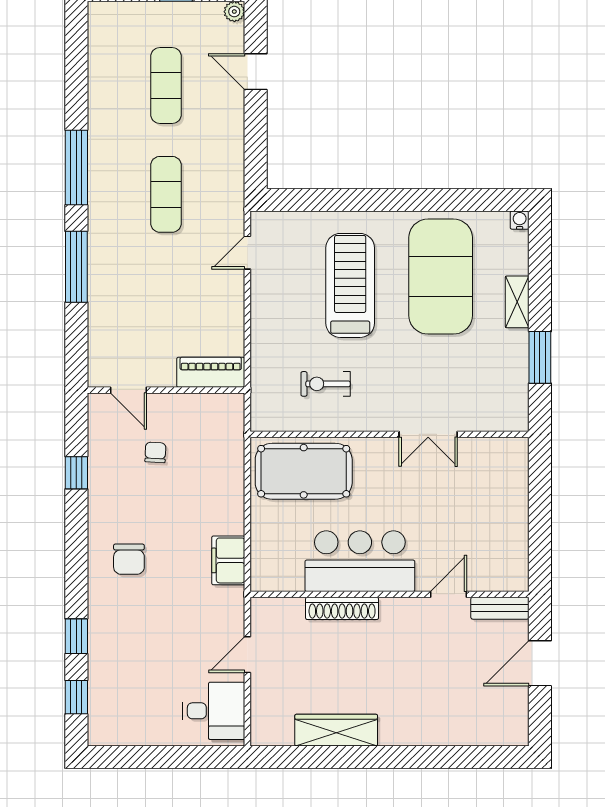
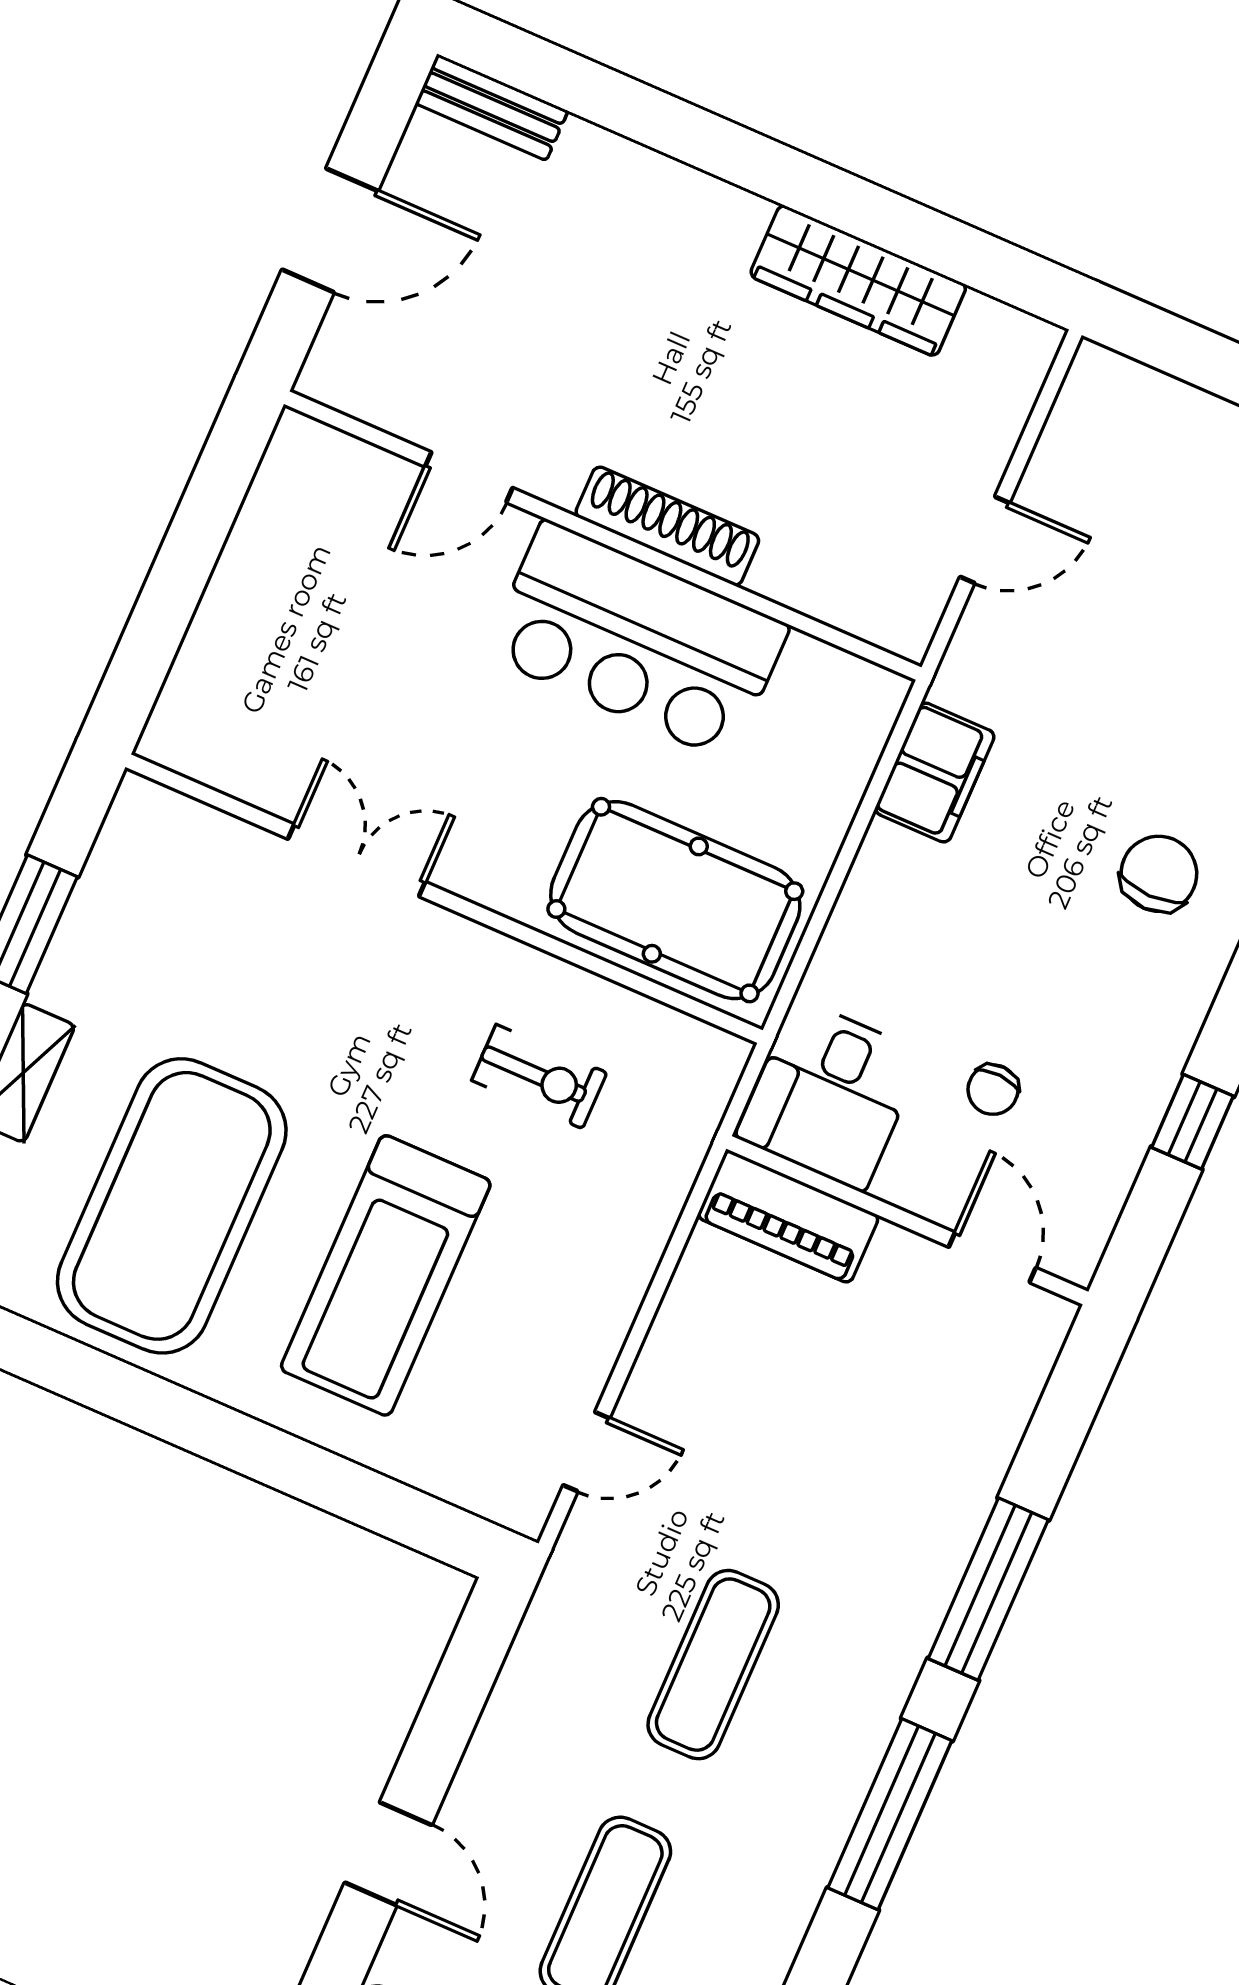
shoe rack: (342, 608) -> (667, 526), moved
bench: (500, 608) -> (492, 107), moved
desk: (214, 711) -> (830, 1095), moved, turned -90

